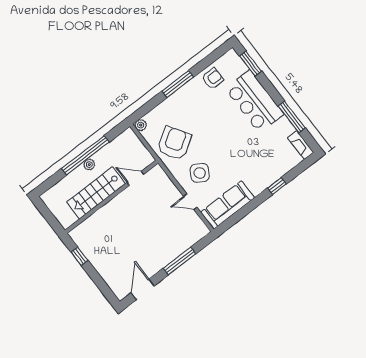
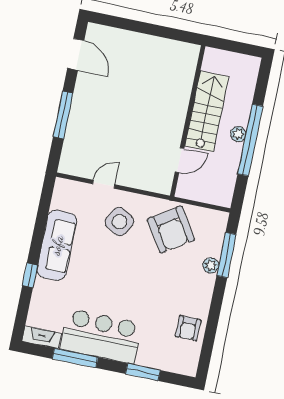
window: (250, 63) -> (143, 372), moved
window: (178, 84) -> (226, 255), moved
bar counter: (254, 101) -> (101, 336), moved
plant: (141, 125) -> (211, 265), moved
sofa: (228, 205) -> (57, 245), moved
window: (79, 256) -> (168, 33), removed

